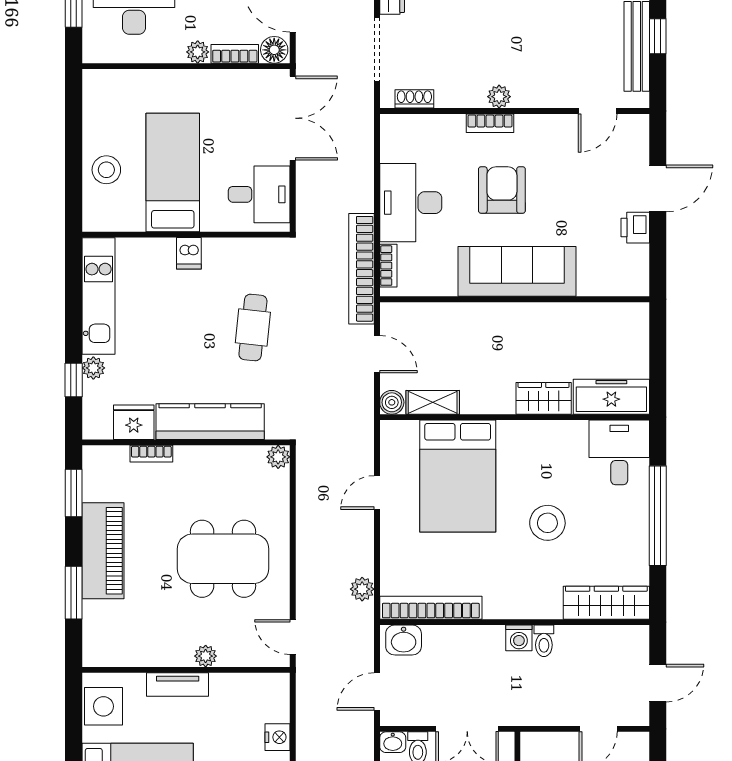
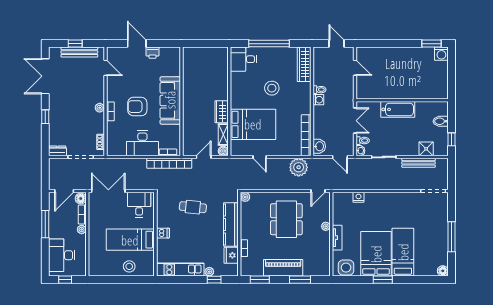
freezer: (611, 397) -> (221, 62), removed
wardrobe: (544, 398) -> (222, 112), moved
plant: (362, 589) -> (299, 167), width x1.88, depth x1.88

